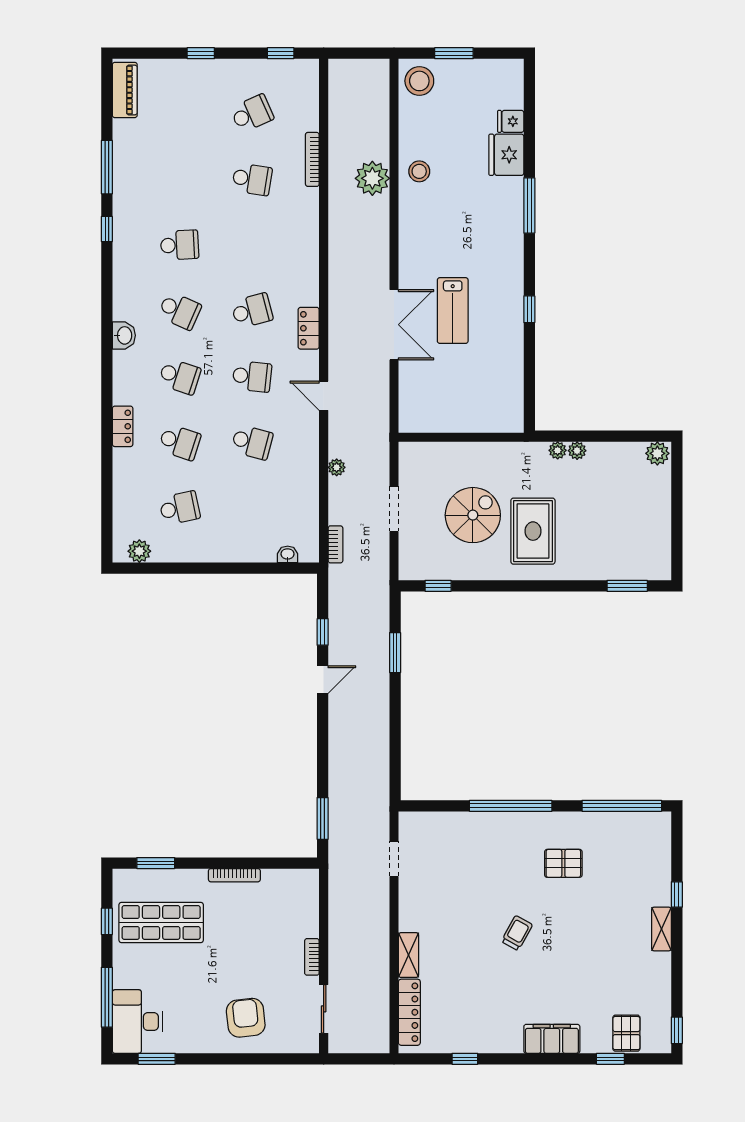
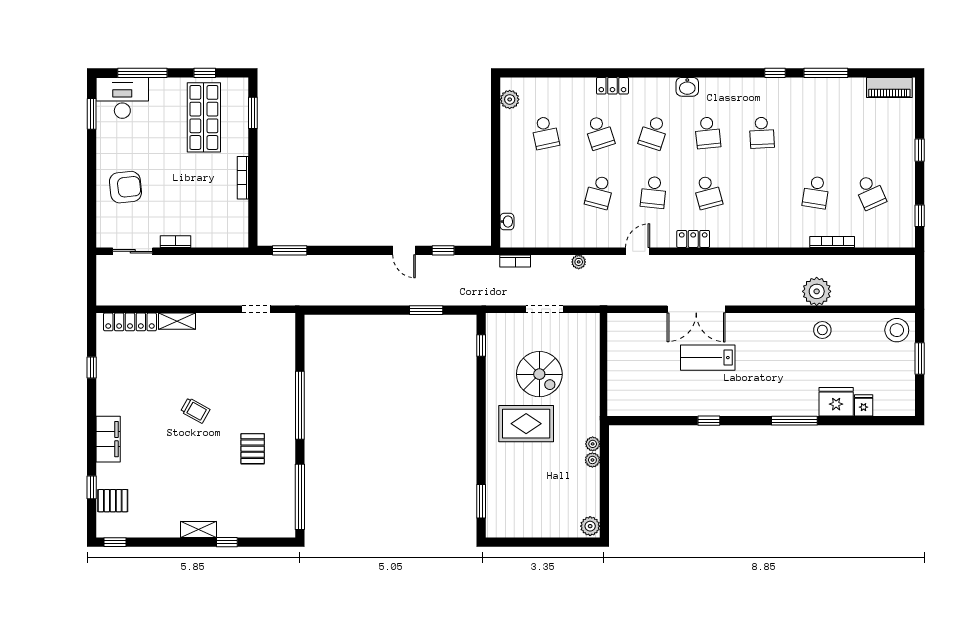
school desk: (180, 311) -> (708, 133), turned -30
school desk: (180, 442) -> (599, 133), turned -36

